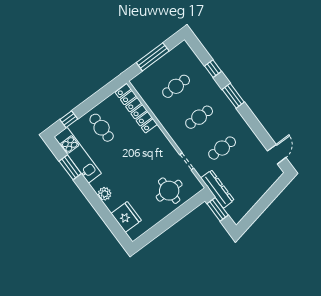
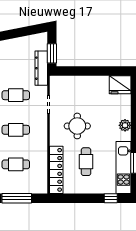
cafe table: (102, 128) -> (86, 162), moved
round table: (169, 191) -> (77, 126), moved
fridge: (126, 217) -> (120, 85), moved, turned -90

